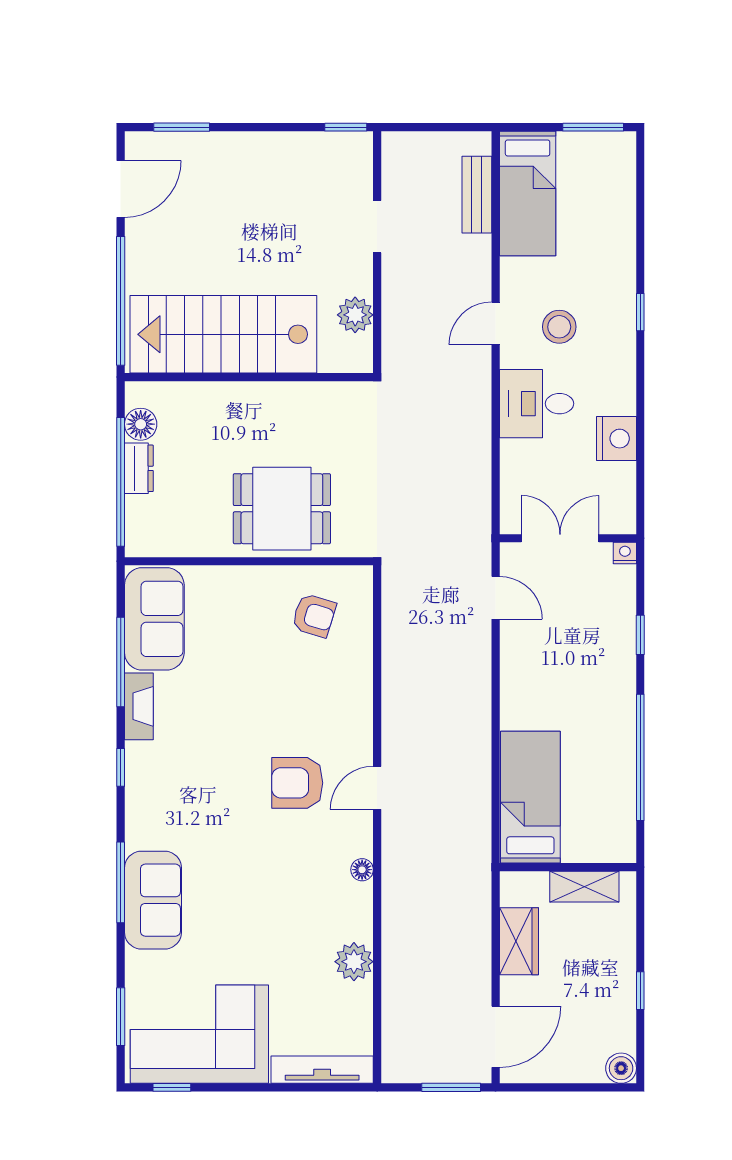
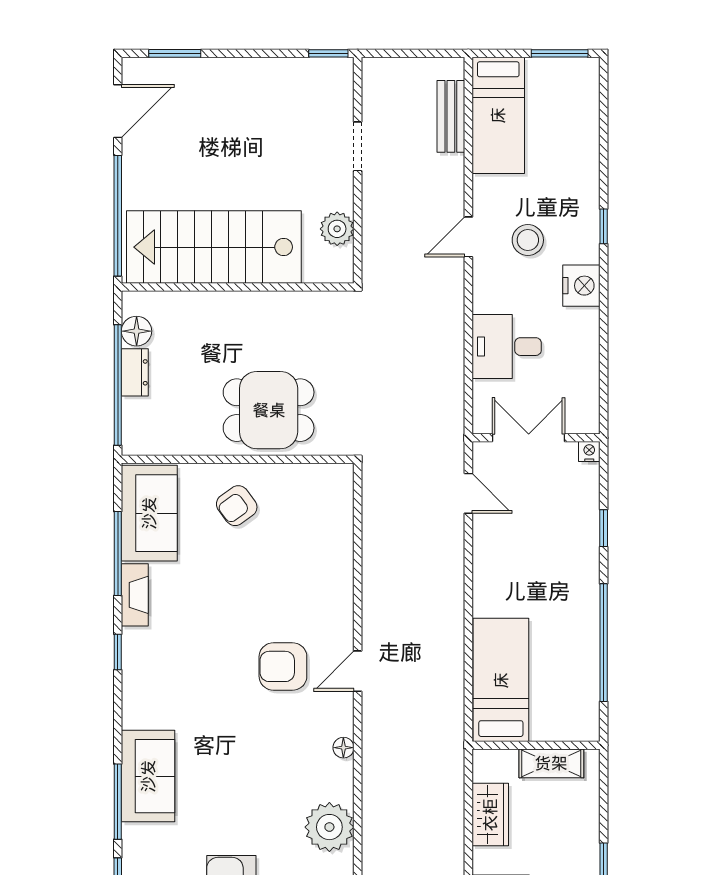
desk: (537, 404) -> (507, 347), moved
nightstand: (616, 439) -> (581, 286), moved
armchair: (314, 616) -> (237, 506), moved, turned 127
window: (121, 882) -> (118, 802), moved
plant: (354, 962) -> (329, 827), width x1.36, depth x1.36

